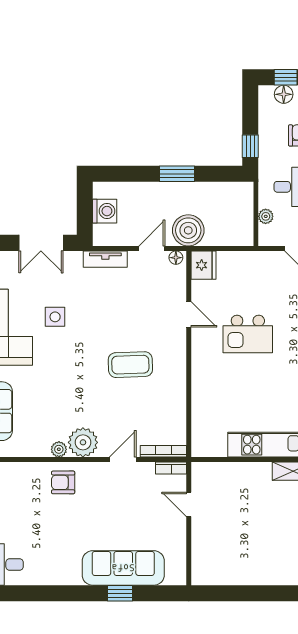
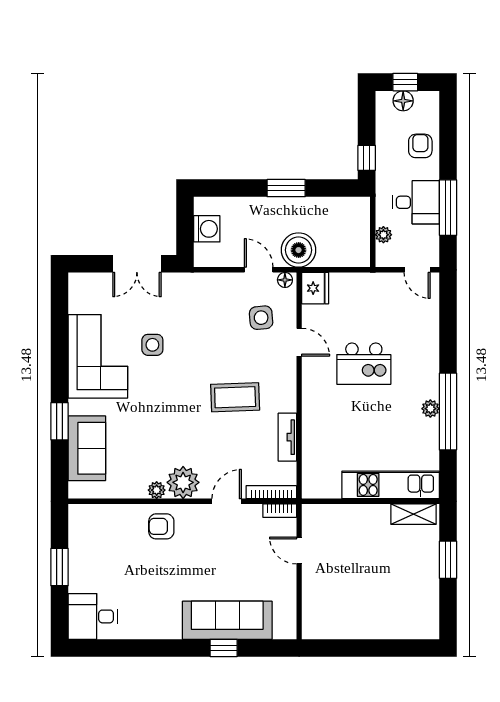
door: (152, 248) -> (259, 270), hinge flipped
tv unit: (105, 259) -> (287, 437), moved, turned 90
side table: (154, 292) -> (261, 318), added

